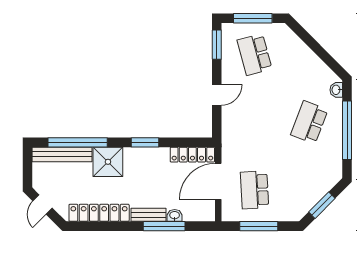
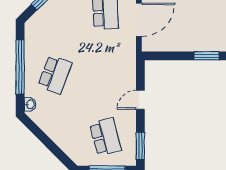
locker: (192, 155) -> (163, 45), removed

